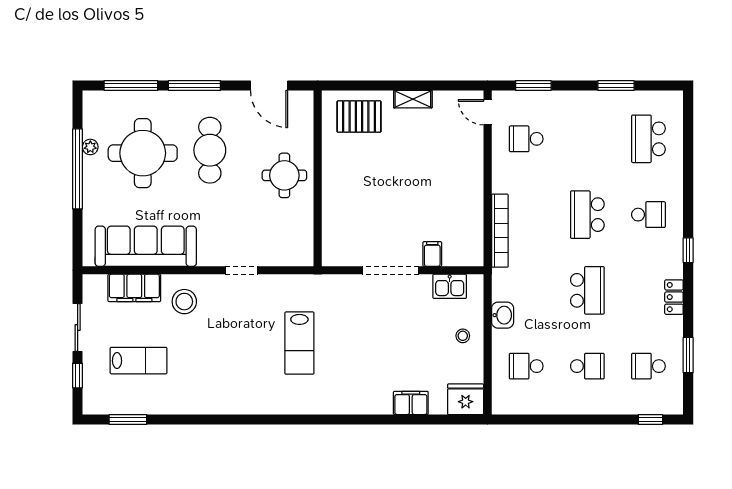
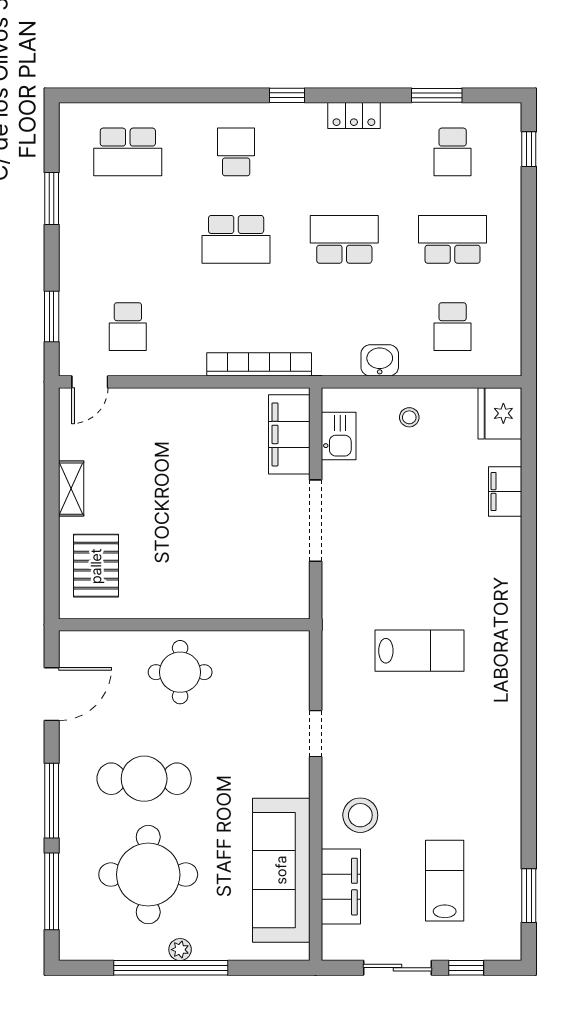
plant: (90, 147) -> (180, 950), moved
filing cabinet: (432, 254) -> (289, 434), width x3.00, depth x1.17
school desk: (587, 366) -> (453, 239), width x1.85

